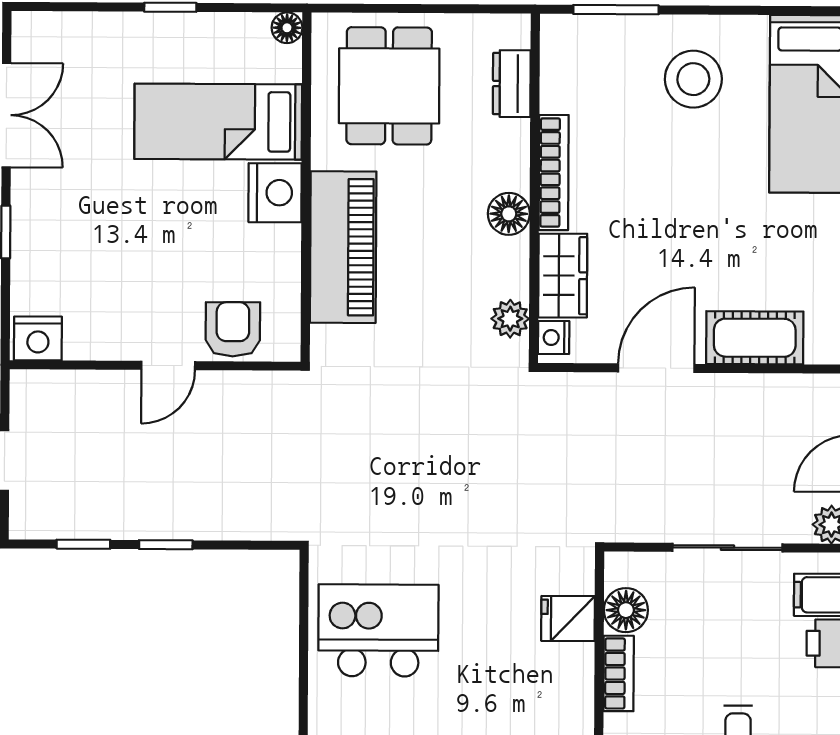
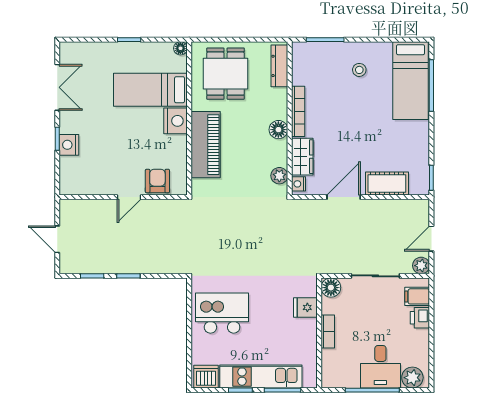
stool: (693, 79) -> (359, 70), width x0.53, depth x0.53
dresser: (512, 84) -> (279, 66), width x1.44
nightstand: (38, 338) -> (69, 145), moved, turned 90
floor lamp: (626, 610) -> (331, 288), moved

